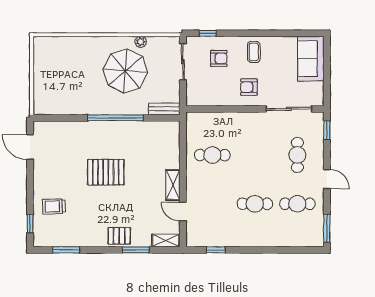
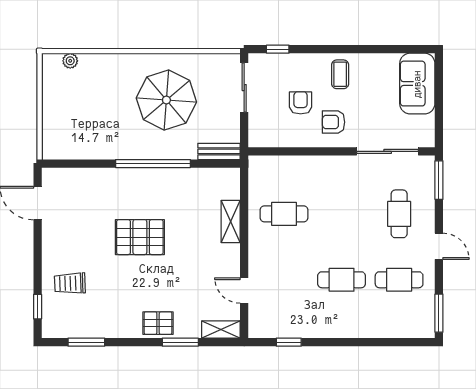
plant: (141, 42) -> (70, 61), moved
armchair: (219, 58) -> (301, 103), moved, turned -90
window: (327, 130) -> (439, 180), width x1.50
shelving: (173, 185) -> (231, 222), moved

